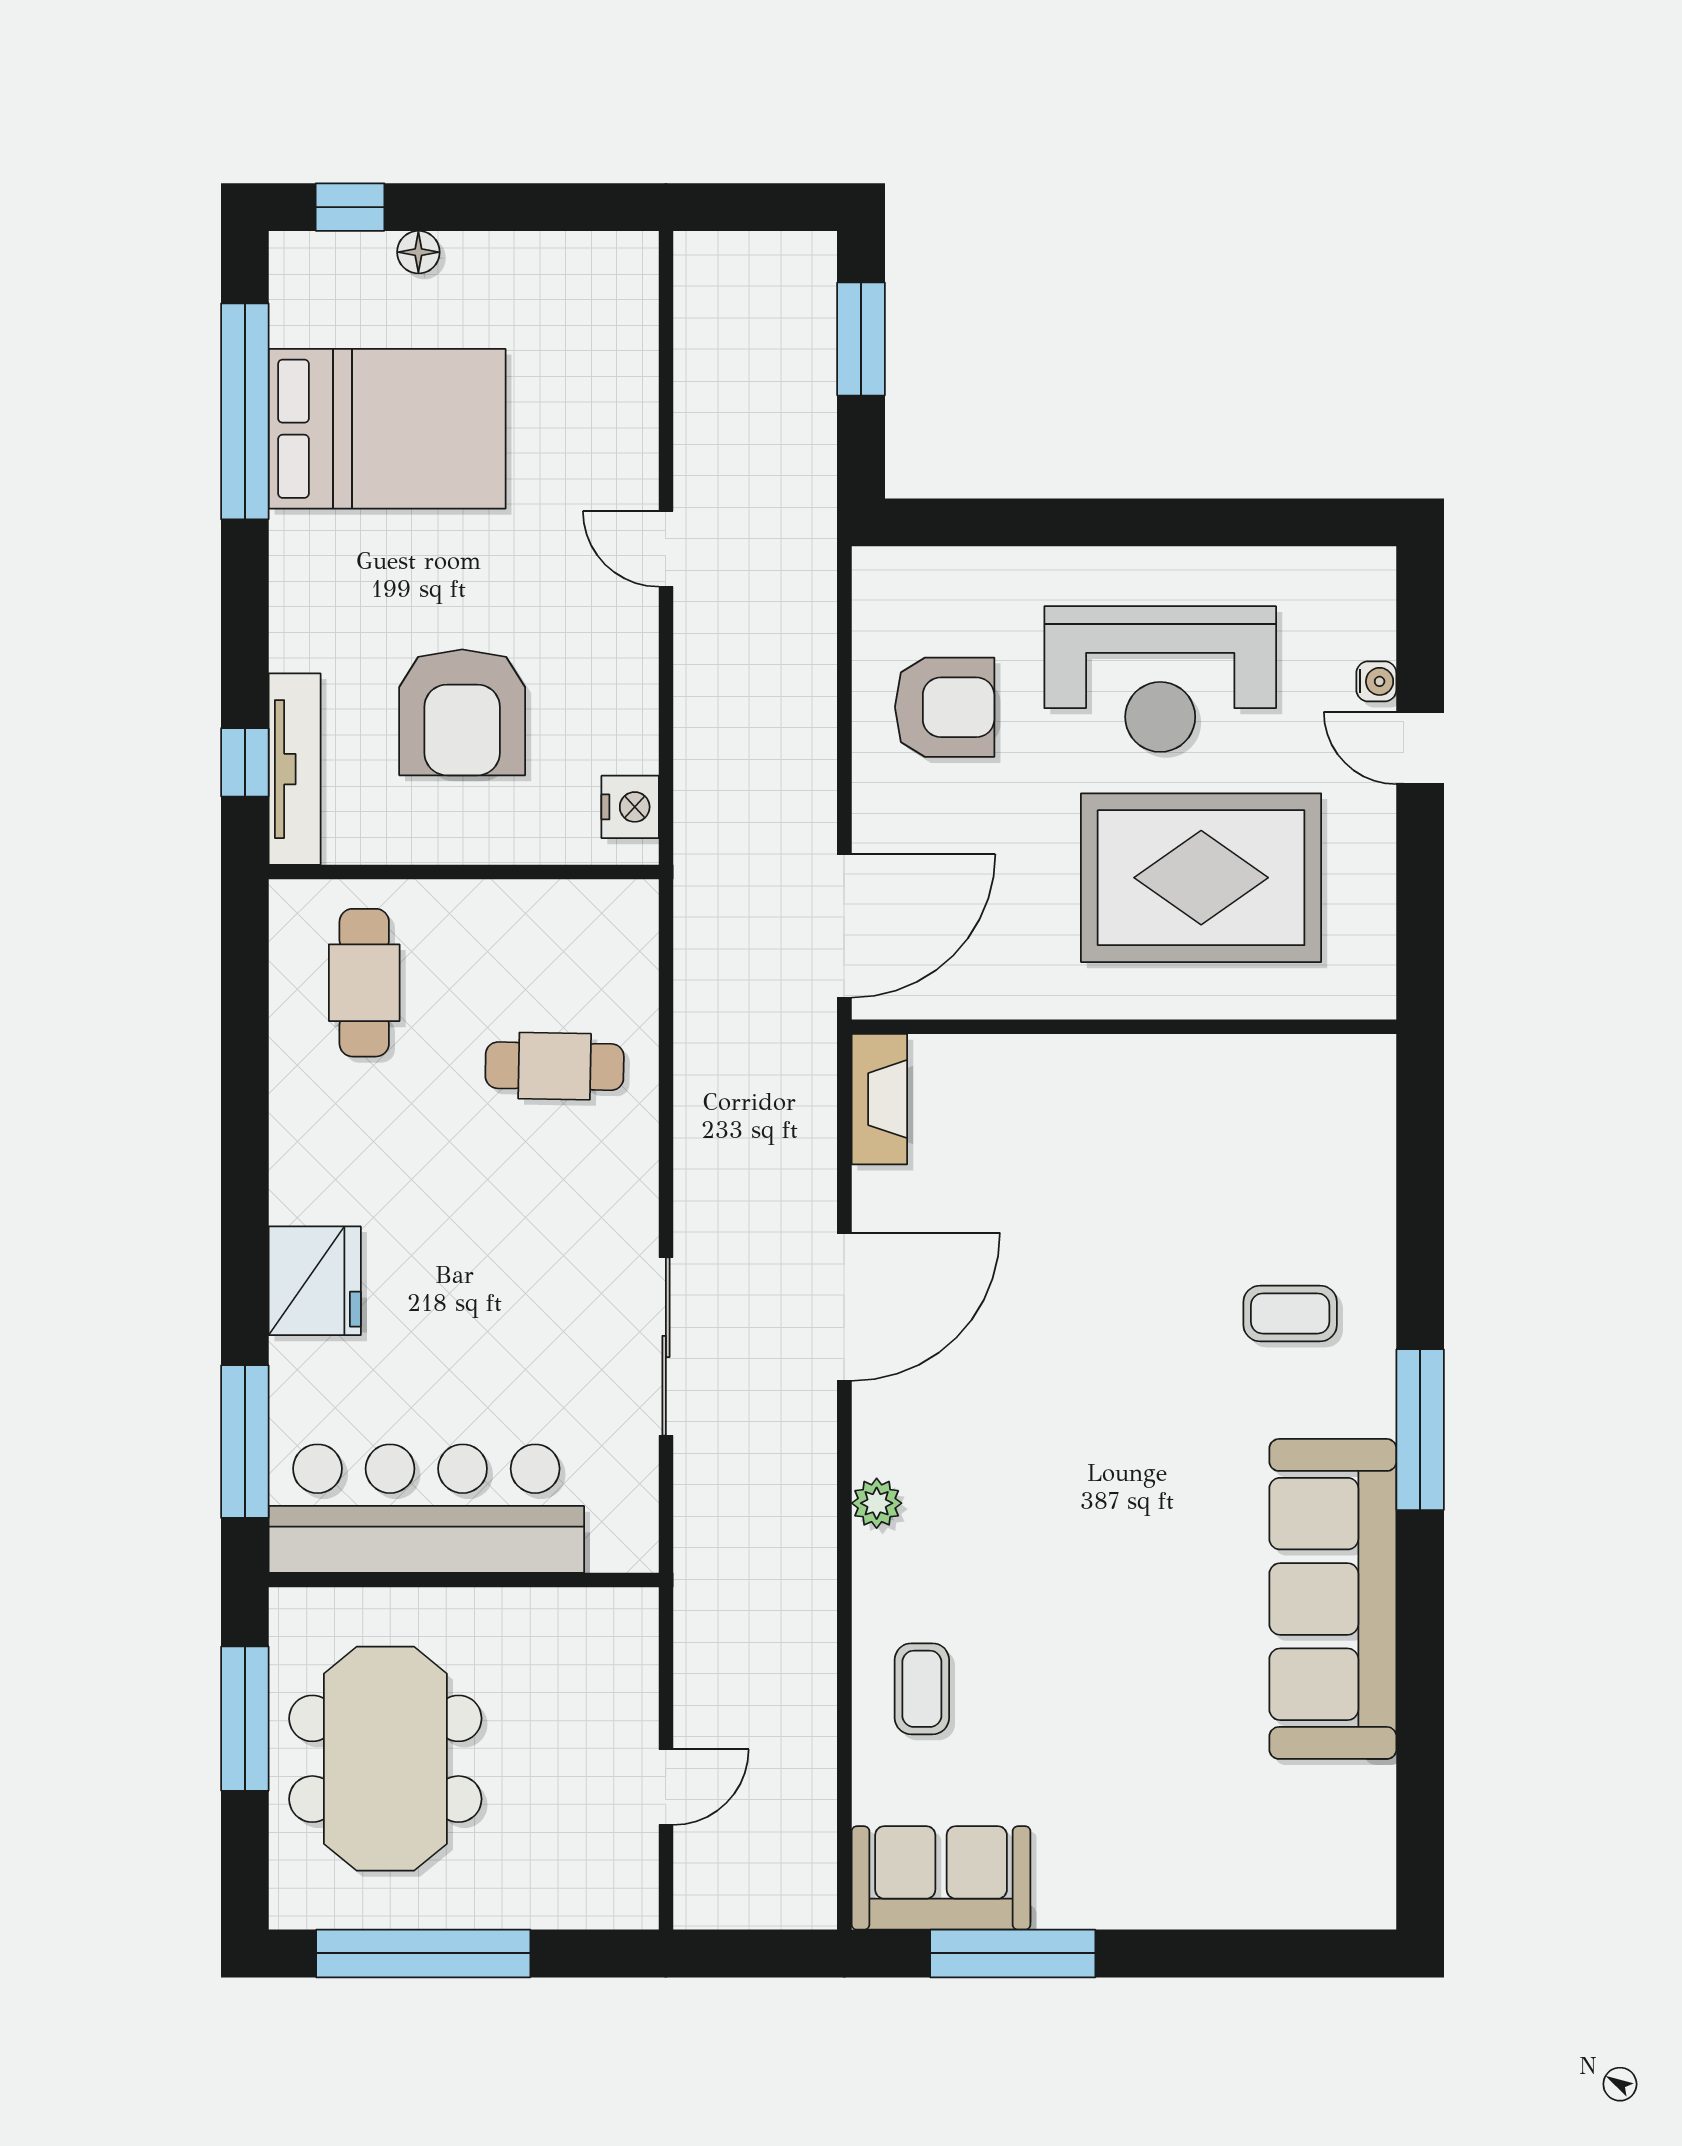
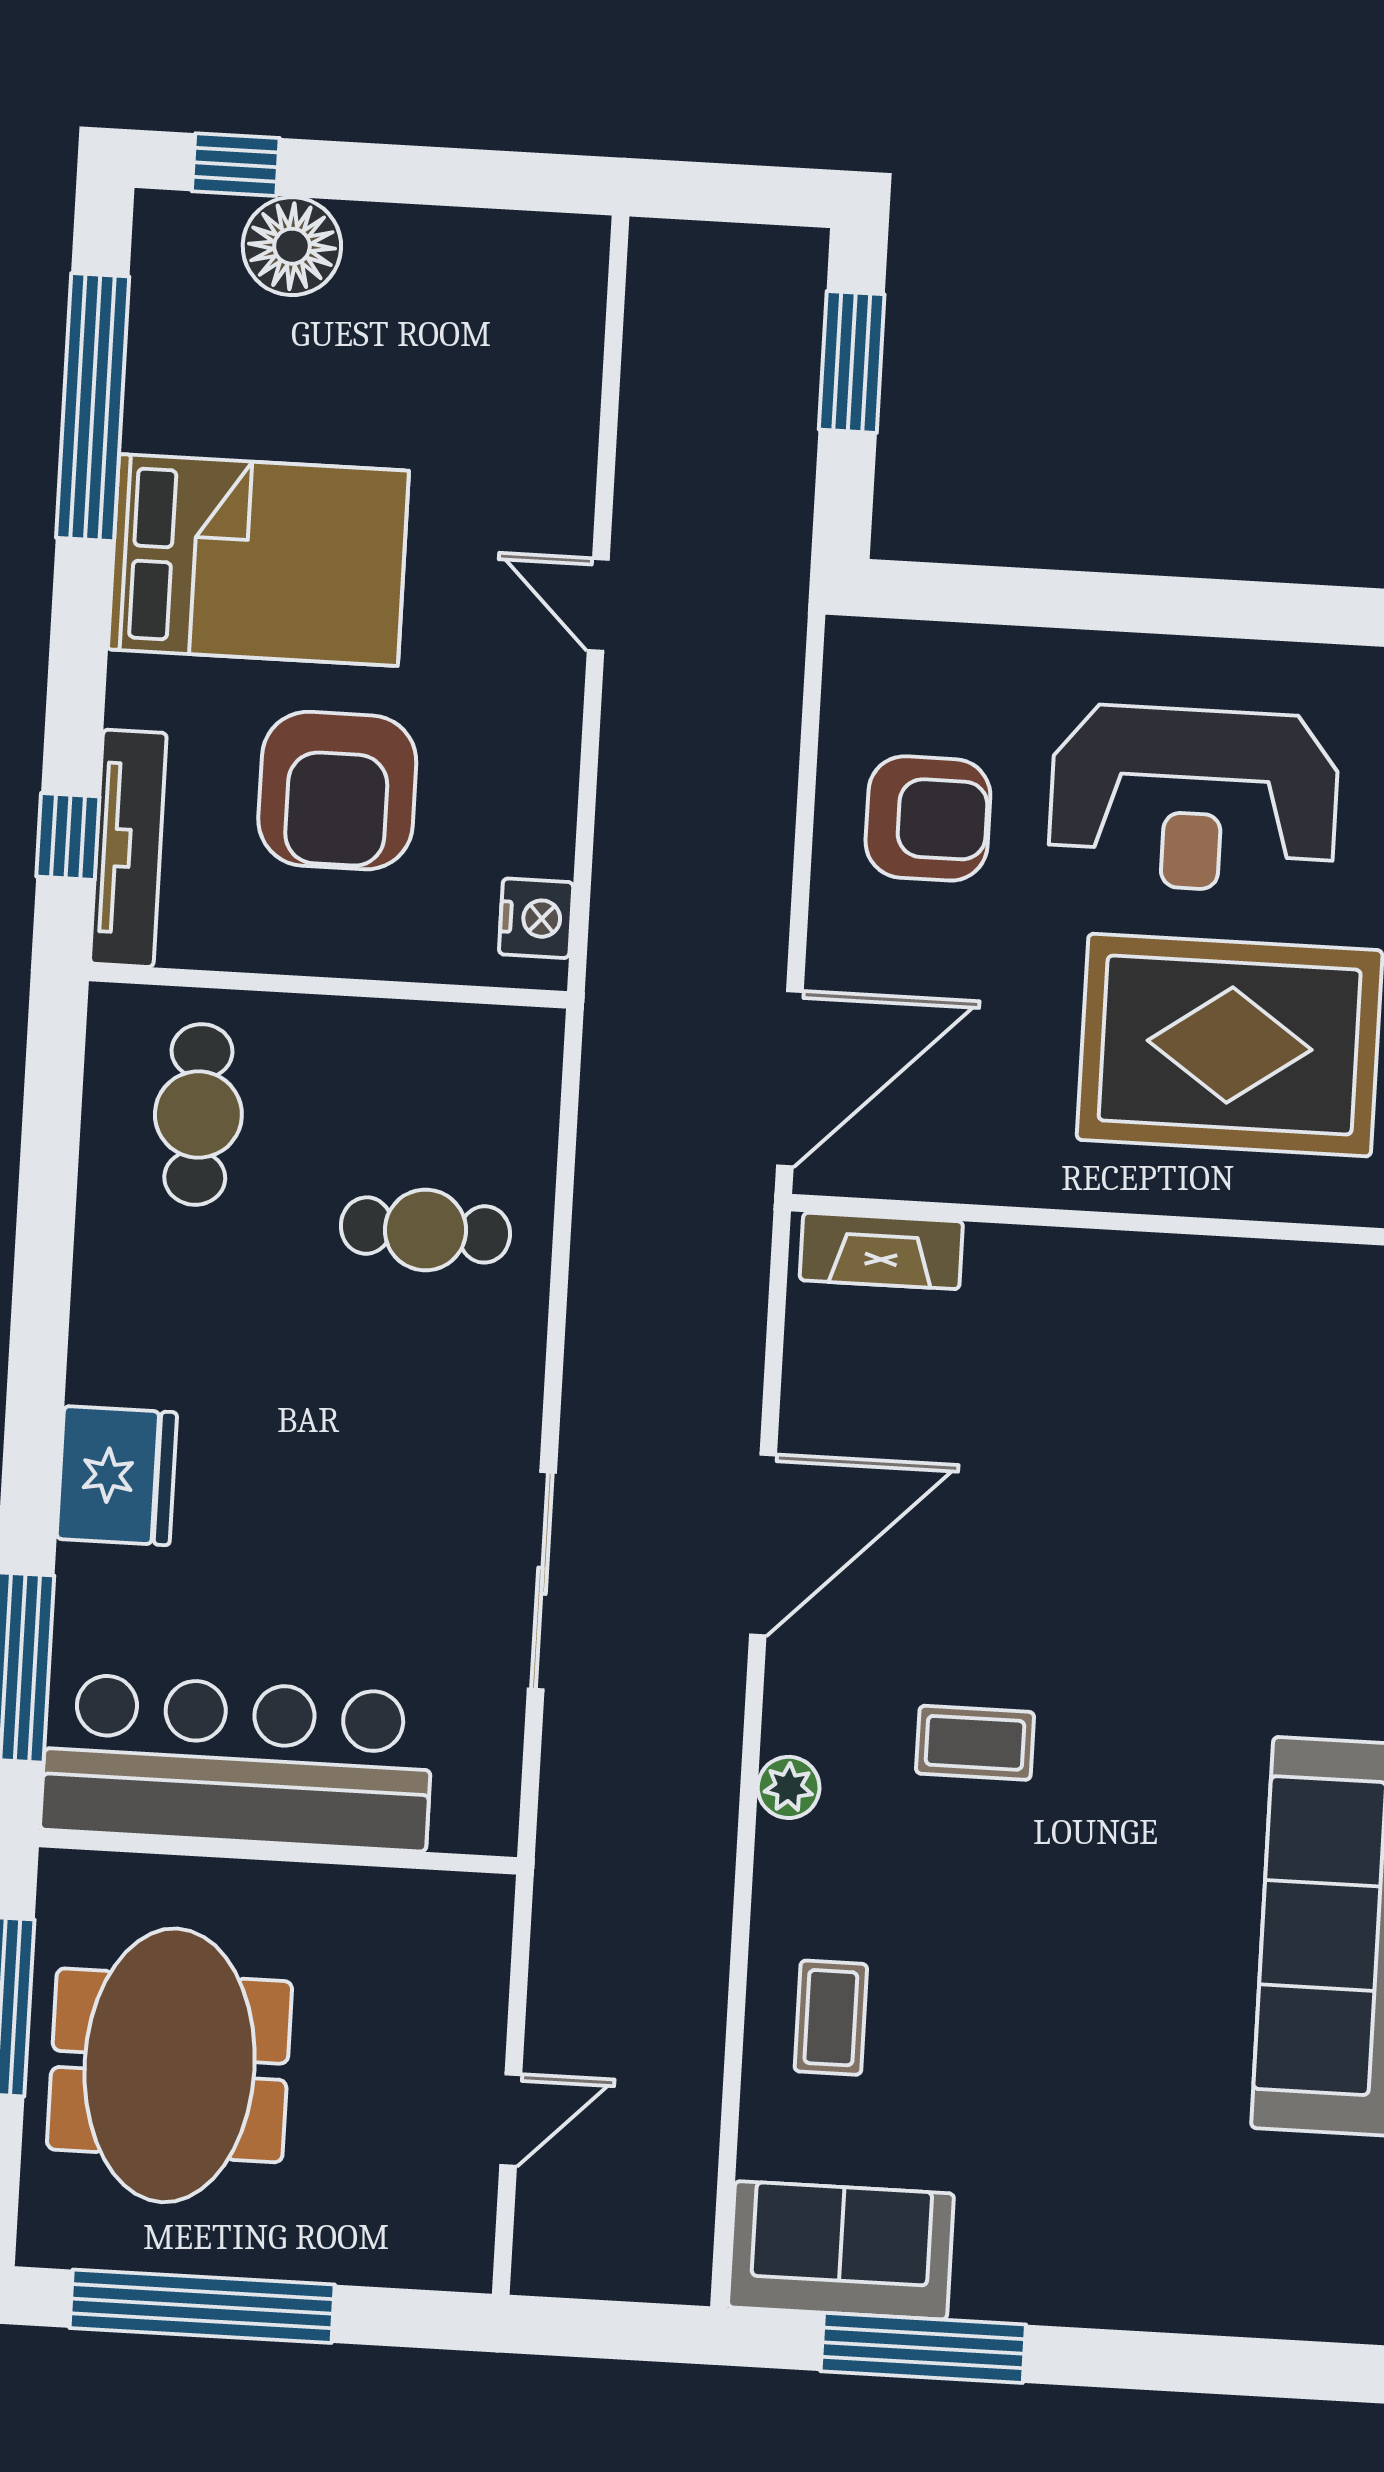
floor lamp: (418, 252) -> (292, 246), width x1.89, depth x1.89
bed: (387, 429) -> (258, 560), moved
fireplace: (879, 1099) -> (881, 1251), moved, turned 90
coffee table: (1290, 1313) -> (975, 1743), moved

